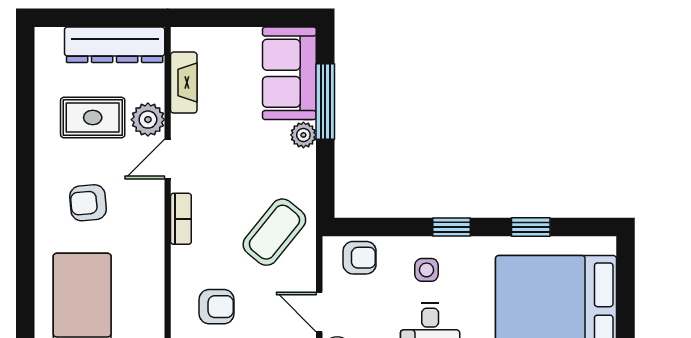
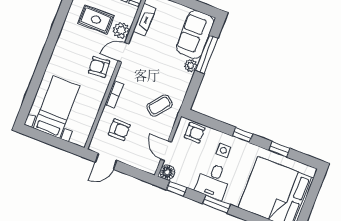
armchair: (88, 203) -> (99, 67), moved
bookcase: (181, 219) -> (114, 94), moved
coffee table: (274, 232) -> (160, 105), width x0.73, depth x0.77

